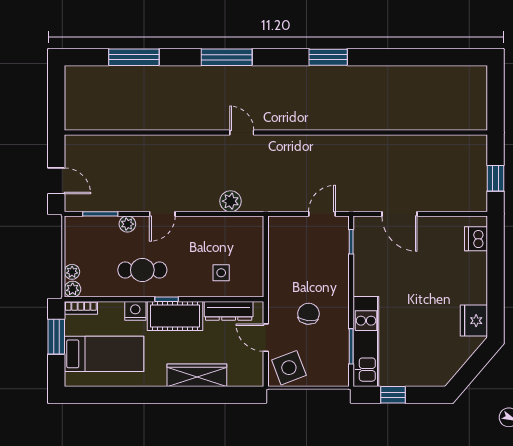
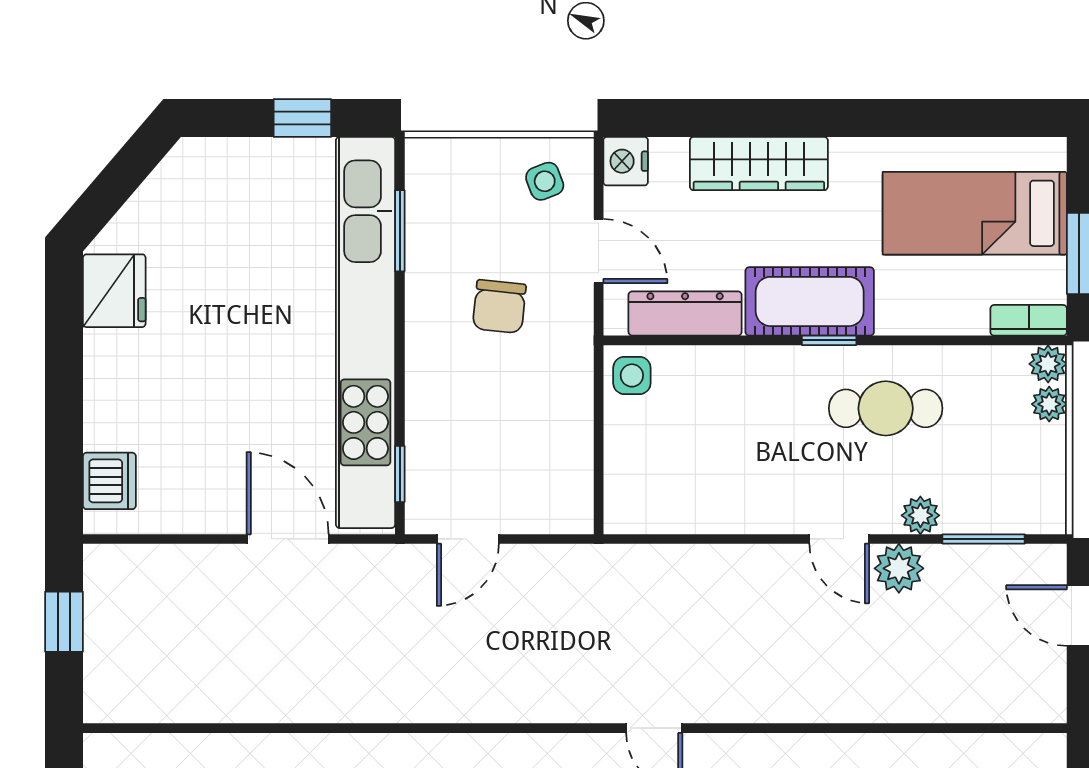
plant: (230, 201) -> (899, 568), moved
door: (162, 214) -> (839, 539), swing flipped
side table: (221, 273) -> (632, 375), moved
nightstand: (135, 311) -> (626, 161), moved, turned 90
kitchen unit: (366, 341) -> (365, 332), width x1.86
side table: (289, 368) -> (545, 181), width x0.54, depth x0.54

